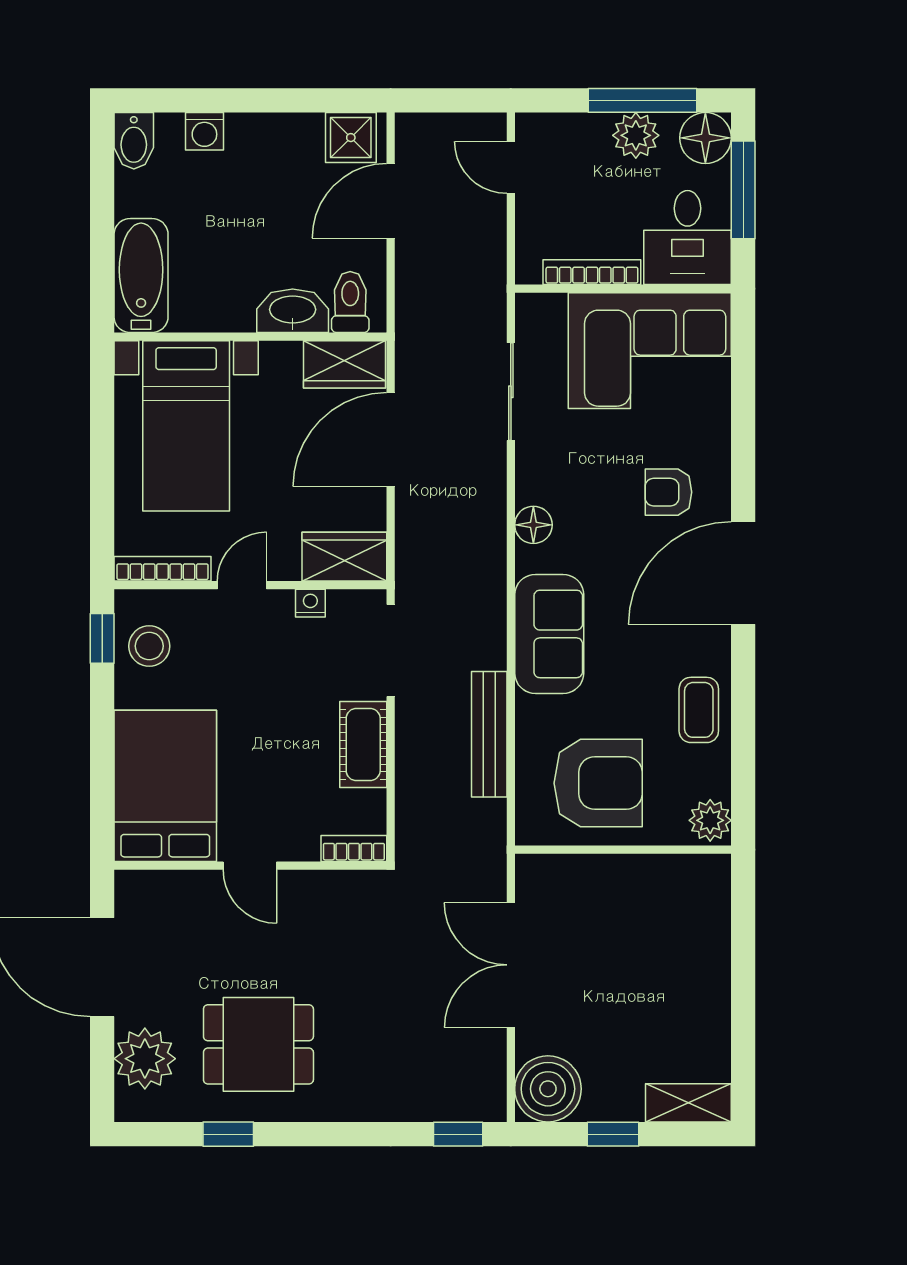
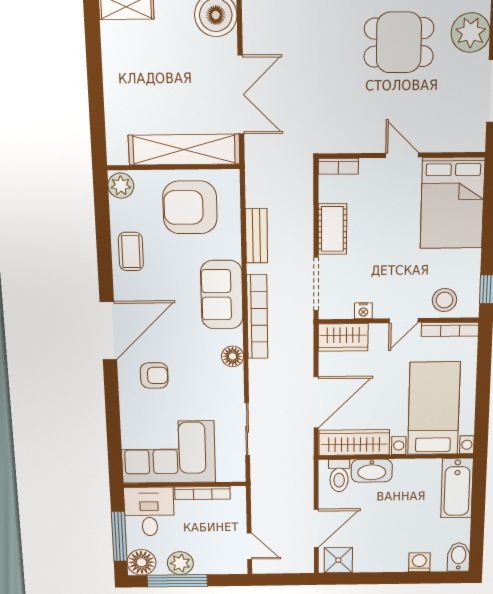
wardrobe: (344, 364) -> (354, 443), width x1.50
bookcase: (490, 595) -> (257, 317), added
stool: (149, 646) -> (444, 300), moved
bench: (489, 734) -> (257, 236), width x0.73
shelving: (605, 878) -> (184, 150), added

